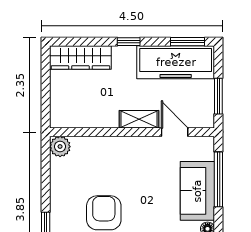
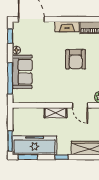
window: (218, 96) -> (10, 141), moved
door: (175, 132) -> (80, 105), moved

